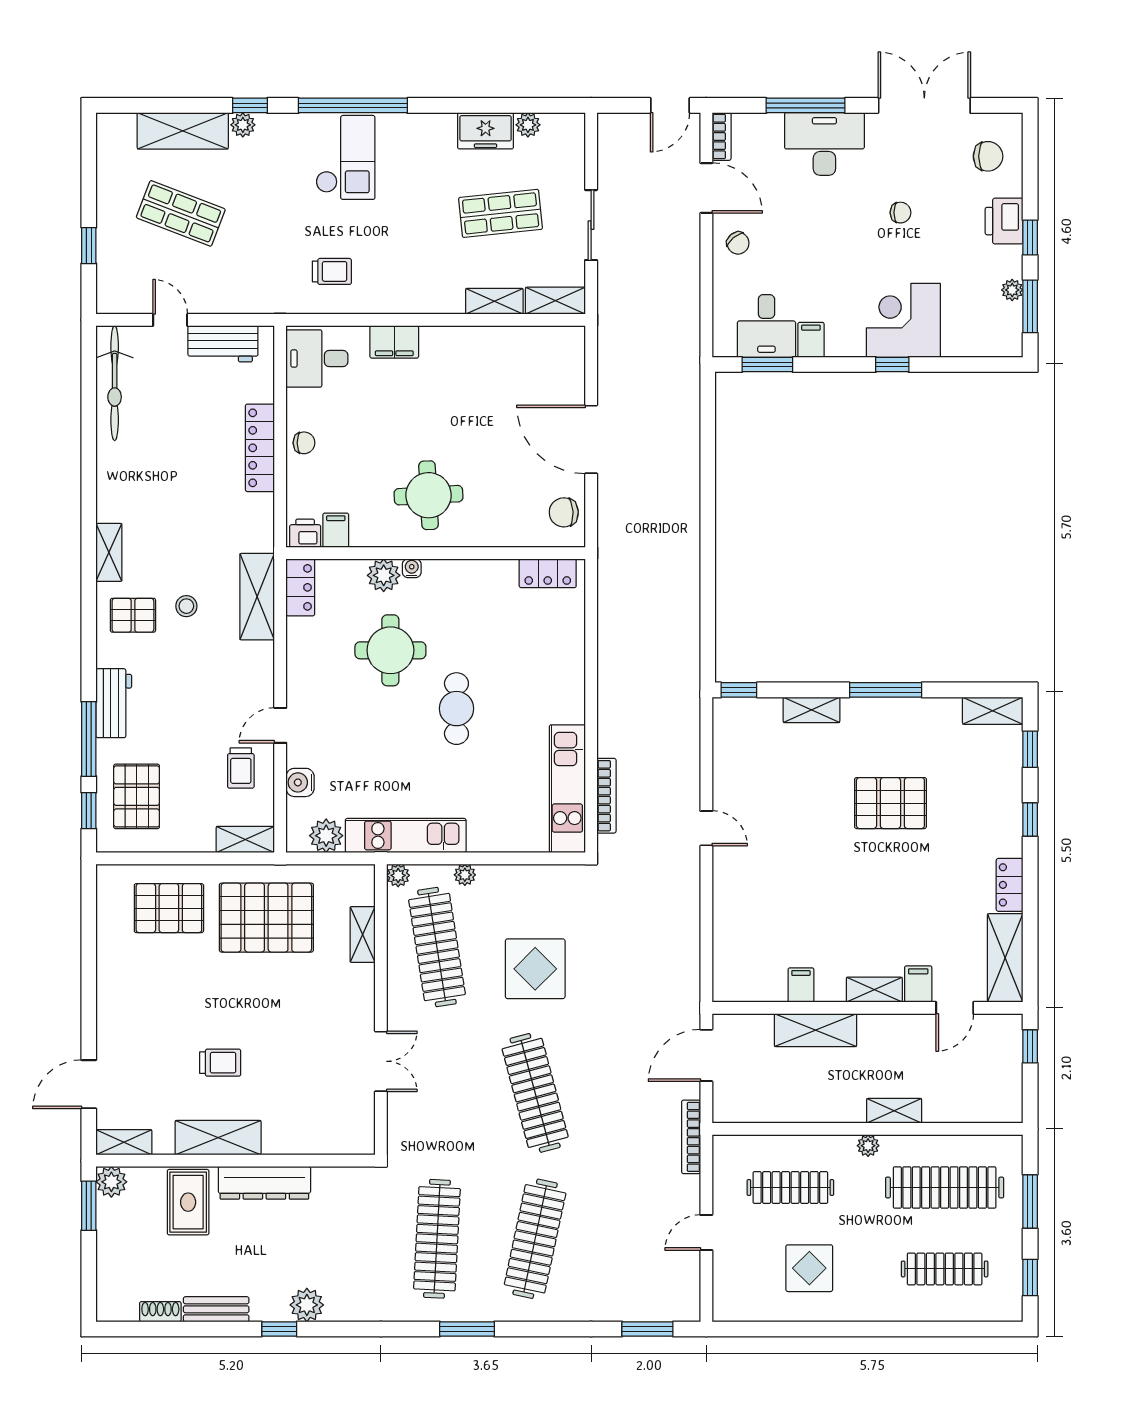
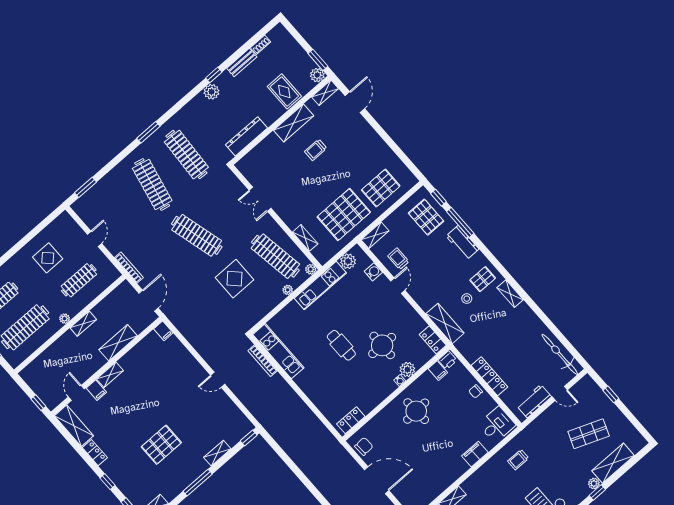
filing cabinet: (801, 985) -> (163, 331), moved
shelving: (894, 1111) -> (83, 324), moved
dresser: (264, 1183) -> (246, 136), moved

